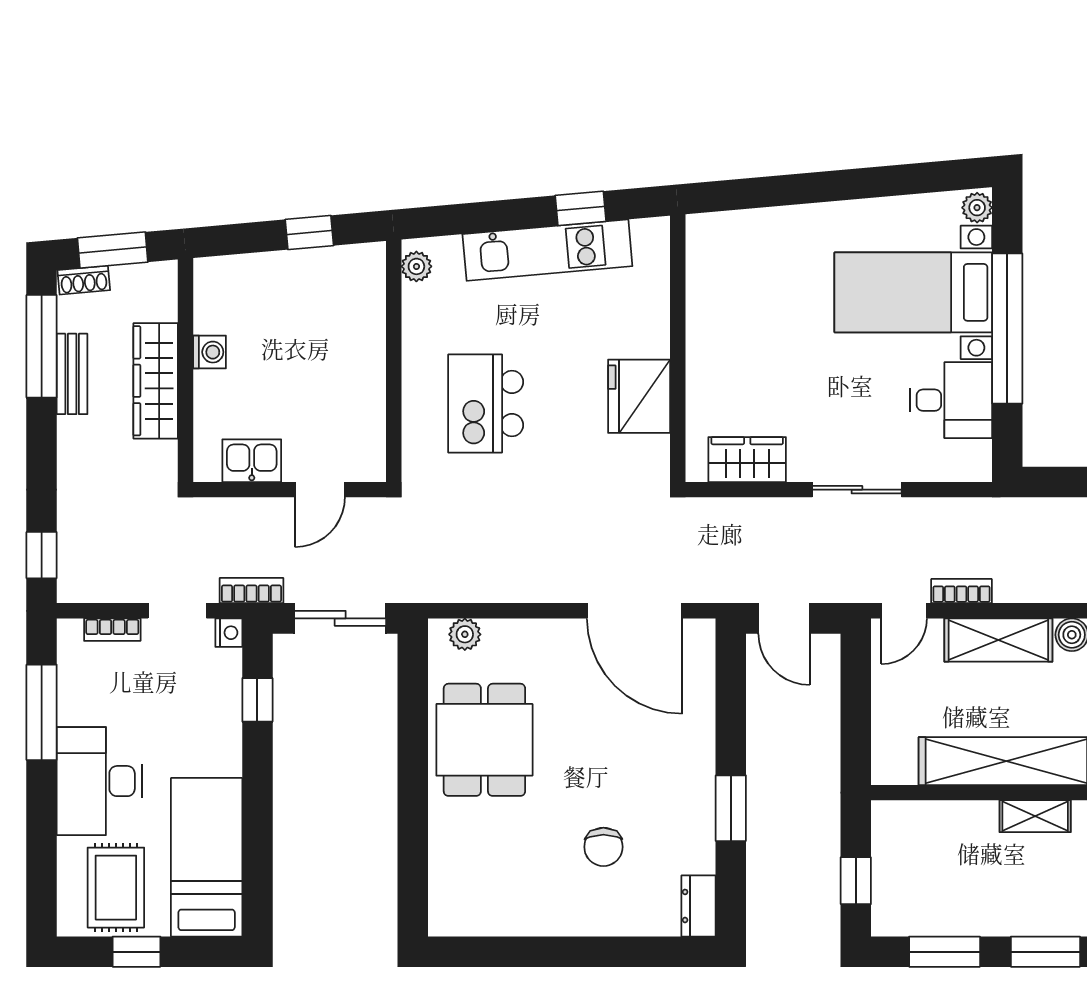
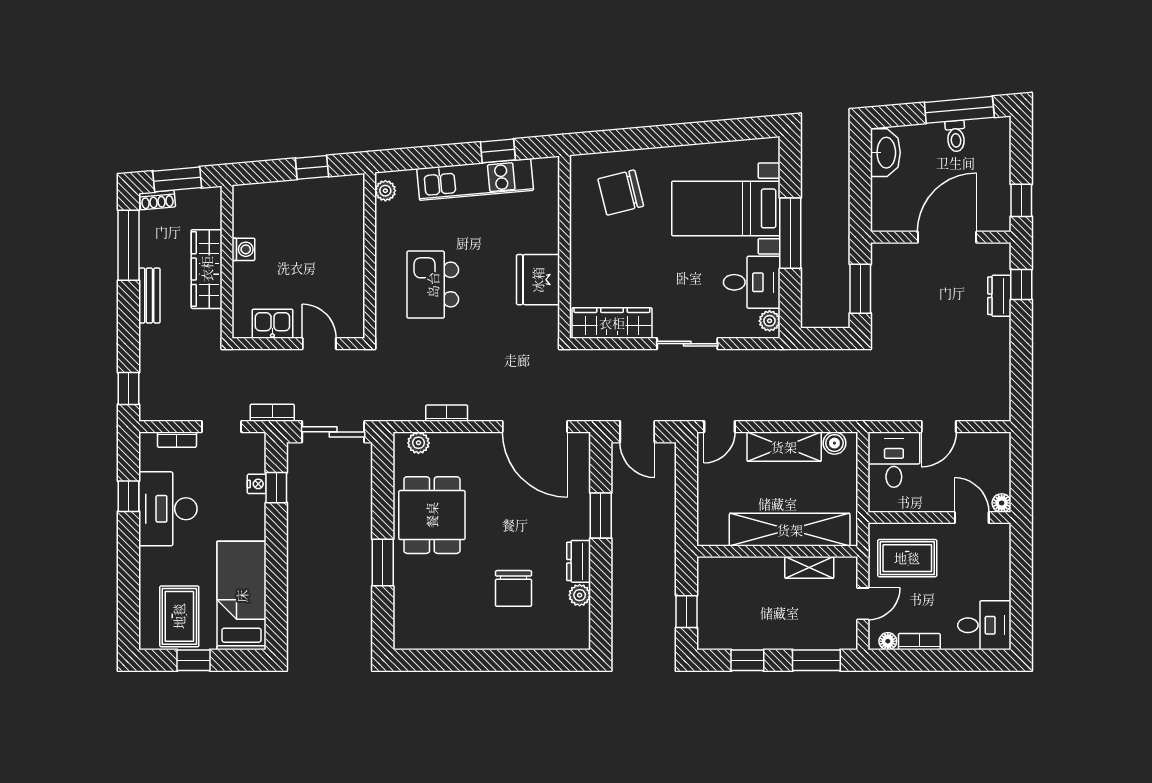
plant: (977, 208) -> (770, 321), moved
chair: (760, 269) -> (621, 193), added
window: (1007, 329) -> (790, 233), width x0.68
bench: (72, 374) -> (149, 296), moved
wardrobe: (747, 460) -> (612, 323), width x1.50
door: (320, 490) -> (319, 344), swing flipped
bookcase: (961, 591) -> (447, 413), moved
nightstand: (229, 633) -> (257, 484), moved
window: (42, 712) -> (128, 496), width x0.46
desk: (99, 781) -> (168, 509), moved
window: (731, 808) -> (601, 515), moved
window: (413, 809) -> (383, 563), added
chair: (603, 847) -> (513, 588), width x1.37, depth x1.37
plant: (700, 857) -> (580, 595), added
dresser: (698, 906) -> (579, 561), moved
window: (945, 952) -> (747, 660), width x0.67

